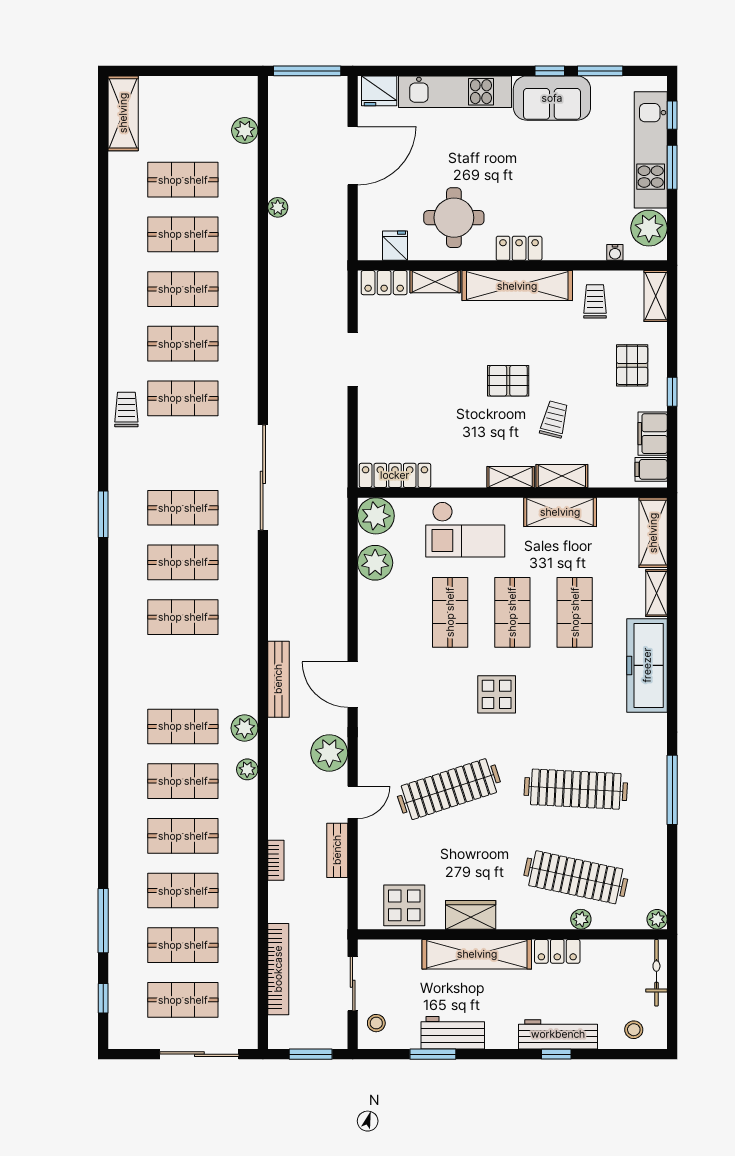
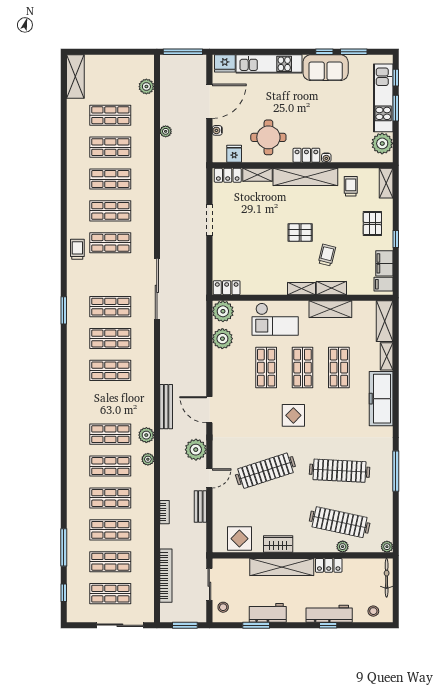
water cooler: (366, 206) -> (217, 130), added
water cooler: (615, 252) -> (326, 158), moved
locker: (395, 475) -> (227, 288), width x0.66

